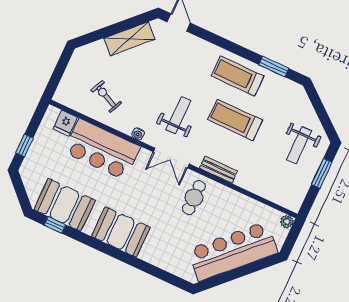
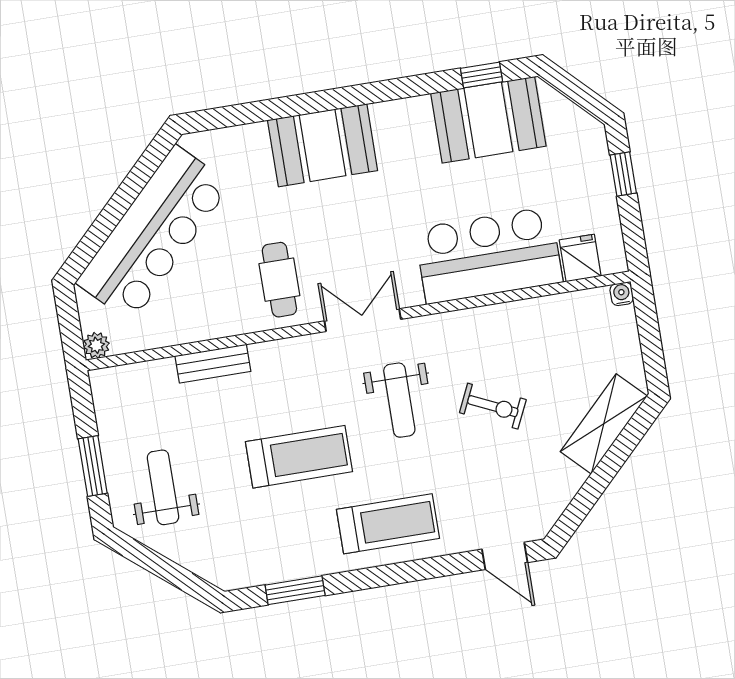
shelving: (129, 39) -> (604, 424), moved
treadmill: (238, 76) -> (388, 524), moved
exercise bike: (106, 97) -> (493, 406), moved
water cooler: (138, 134) -> (622, 294), moved
bench: (218, 170) -> (213, 364), moved
booth: (121, 232) -> (323, 145), moved

